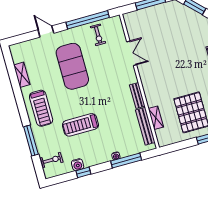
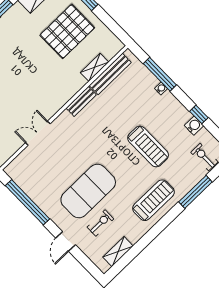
exercise bike: (98, 35) -> (100, 223), moved
shelving: (22, 75) -> (118, 252), moved

